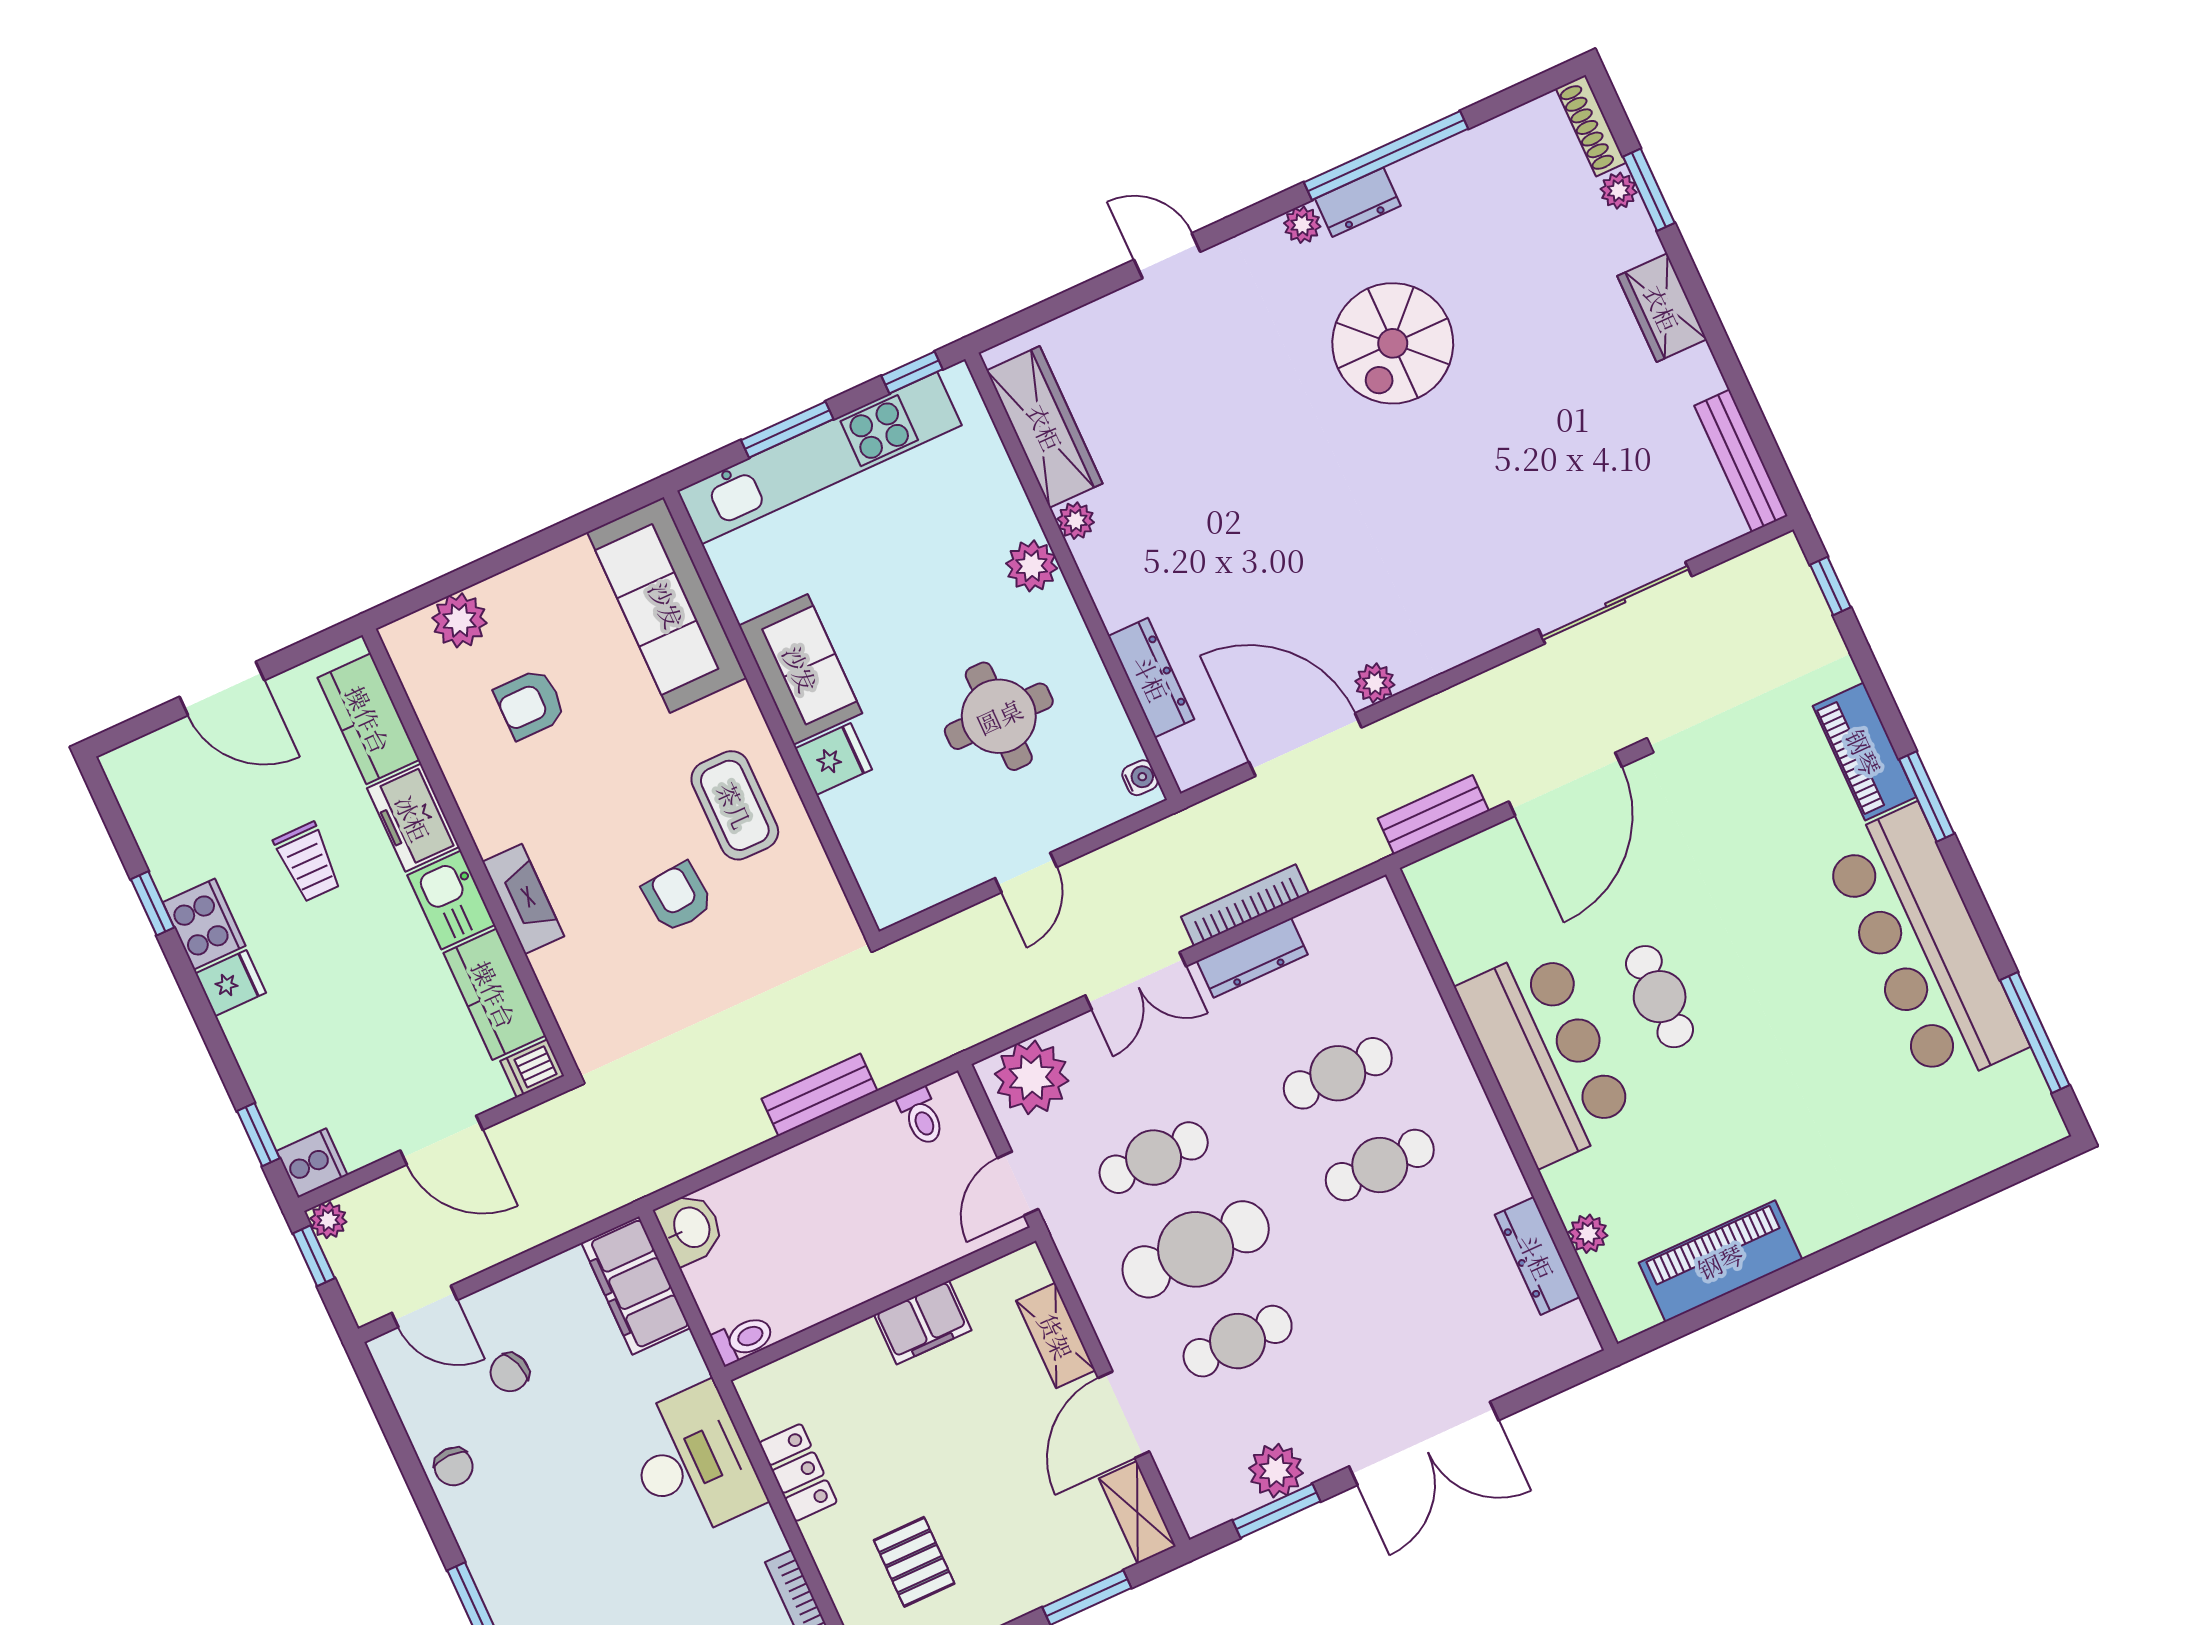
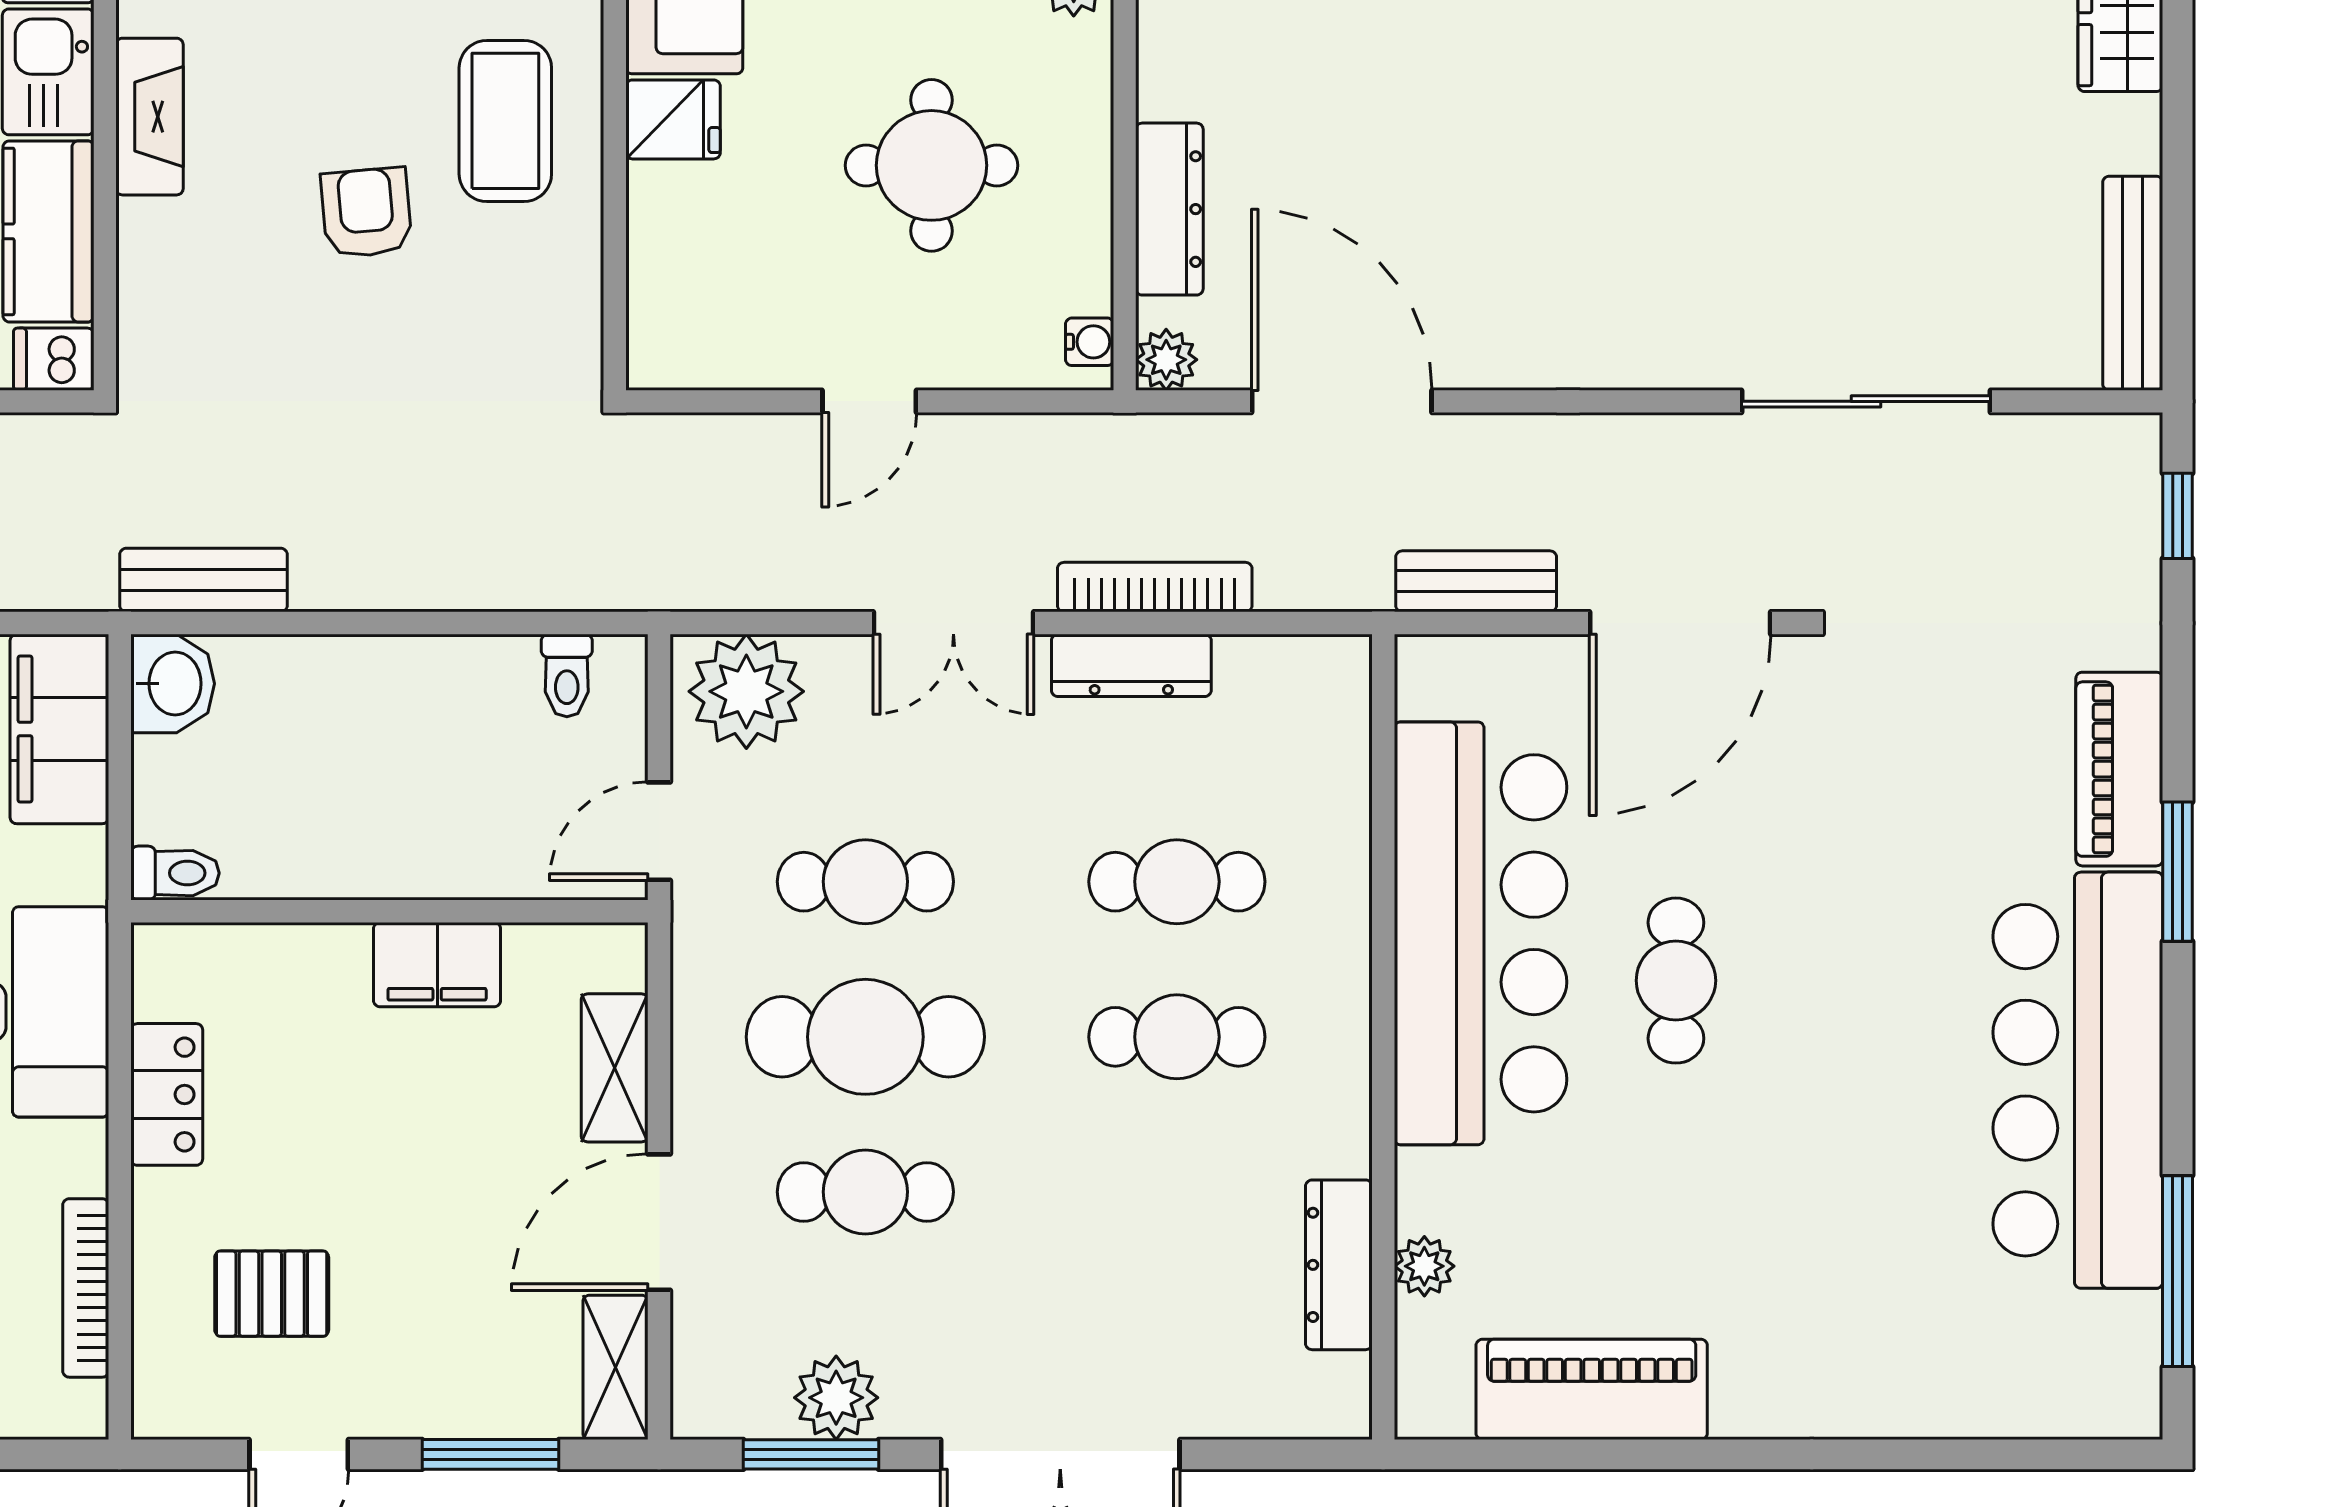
plant: (1375, 683) -> (1166, 360), moved
bar counter: (1547, 1055) -> (1480, 933), width x1.36
bench: (820, 1095) -> (203, 580), moved
pallet: (914, 1562) -> (272, 1294), turned 90

